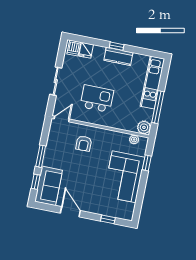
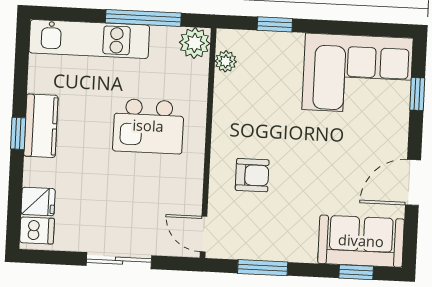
kitchen island: (97, 99) -> (148, 126), moved, turned -90
window: (41, 156) -> (263, 268), moved
corner sofa: (124, 177) -> (357, 74), moved

